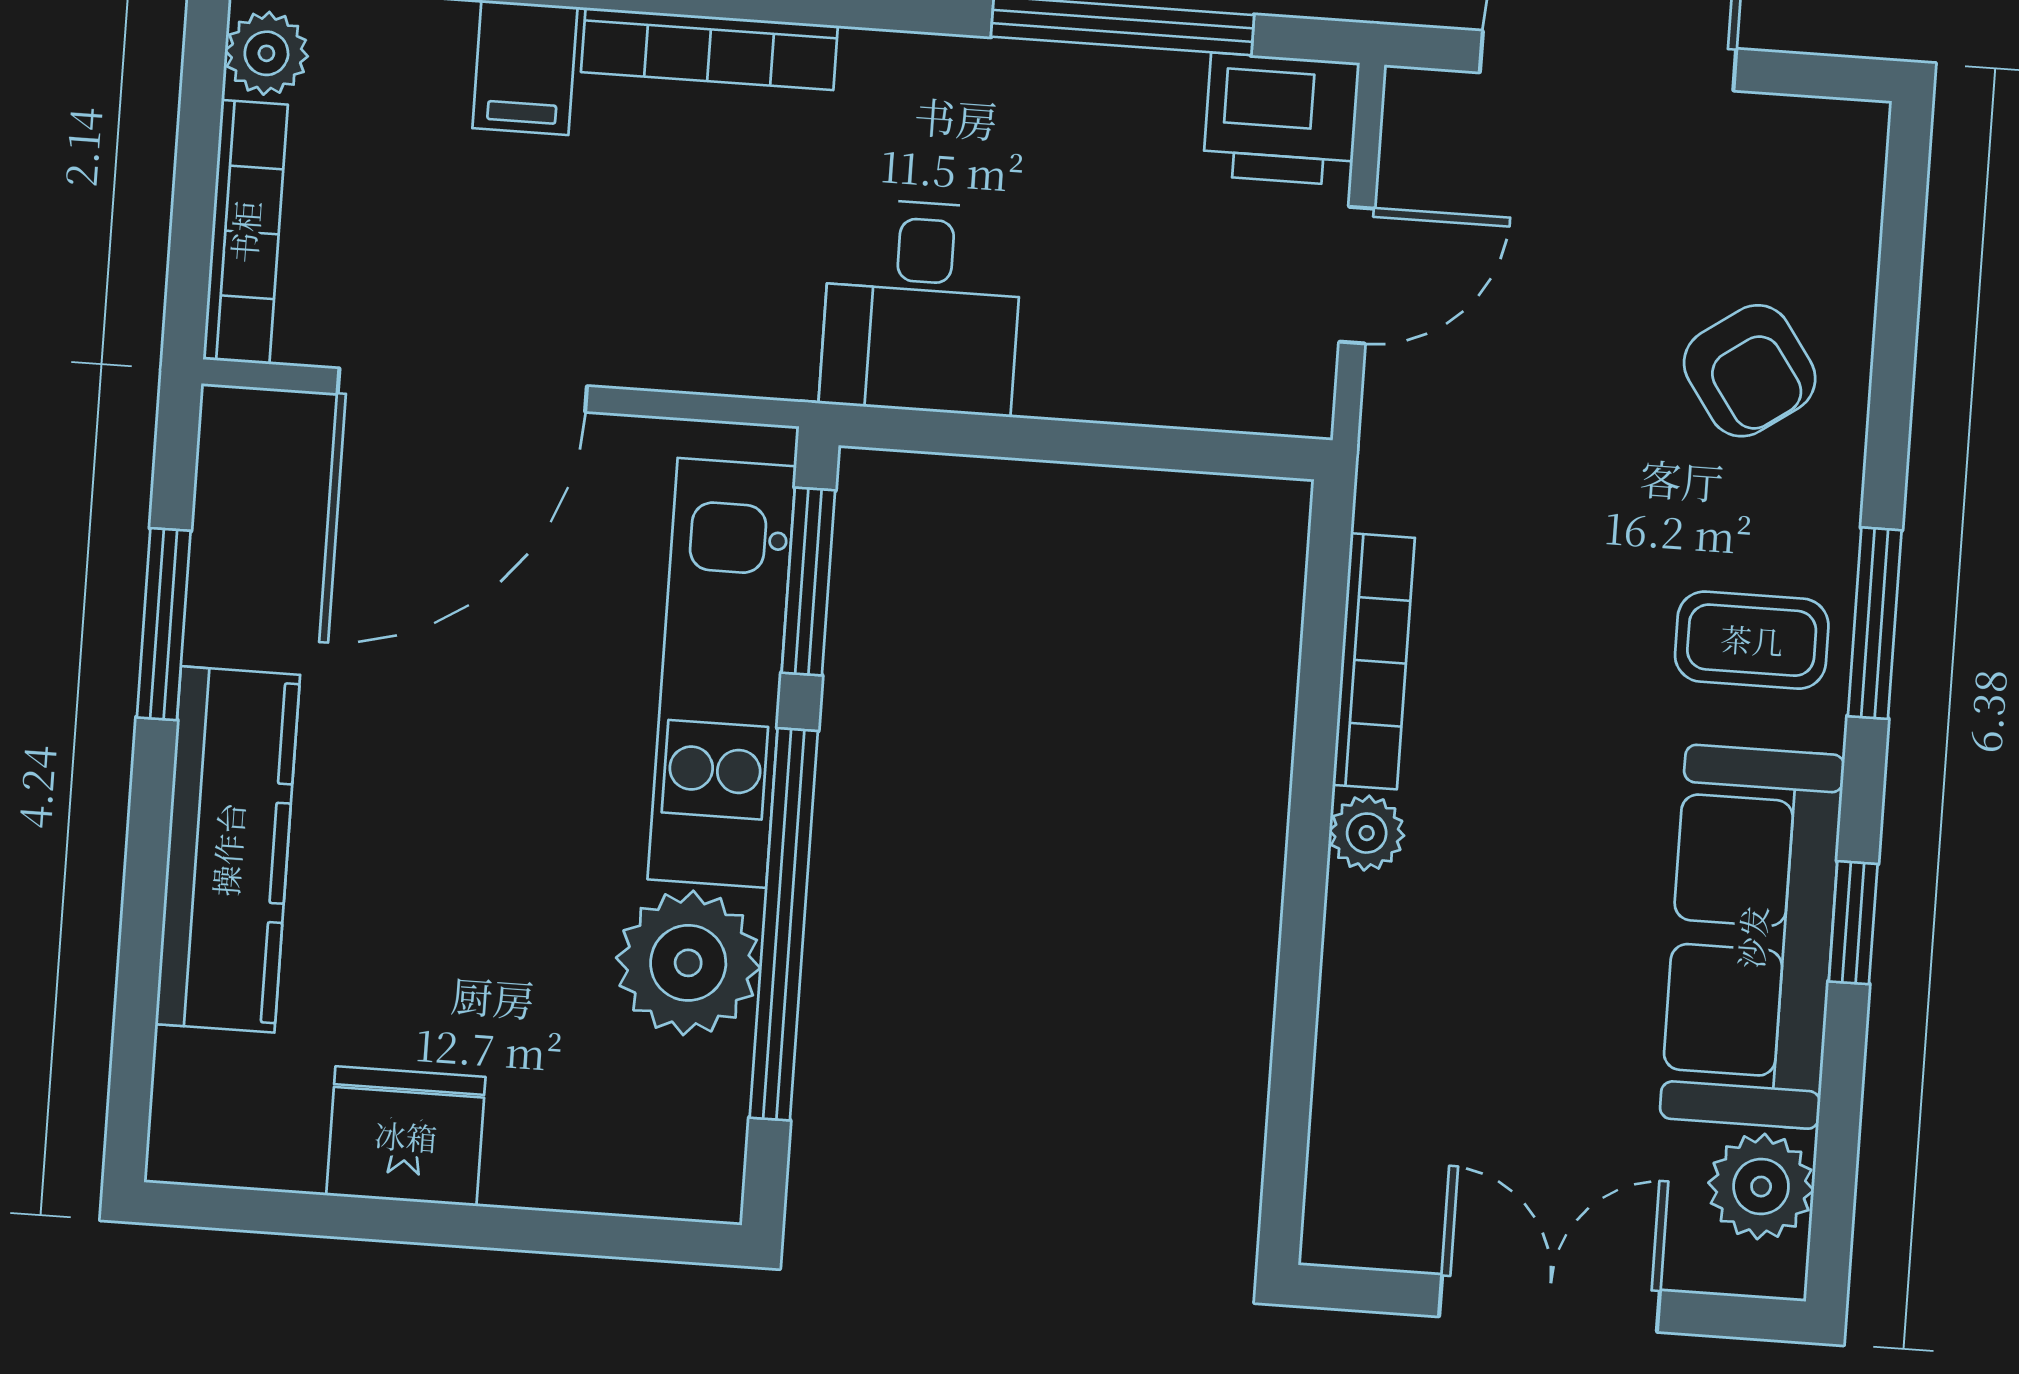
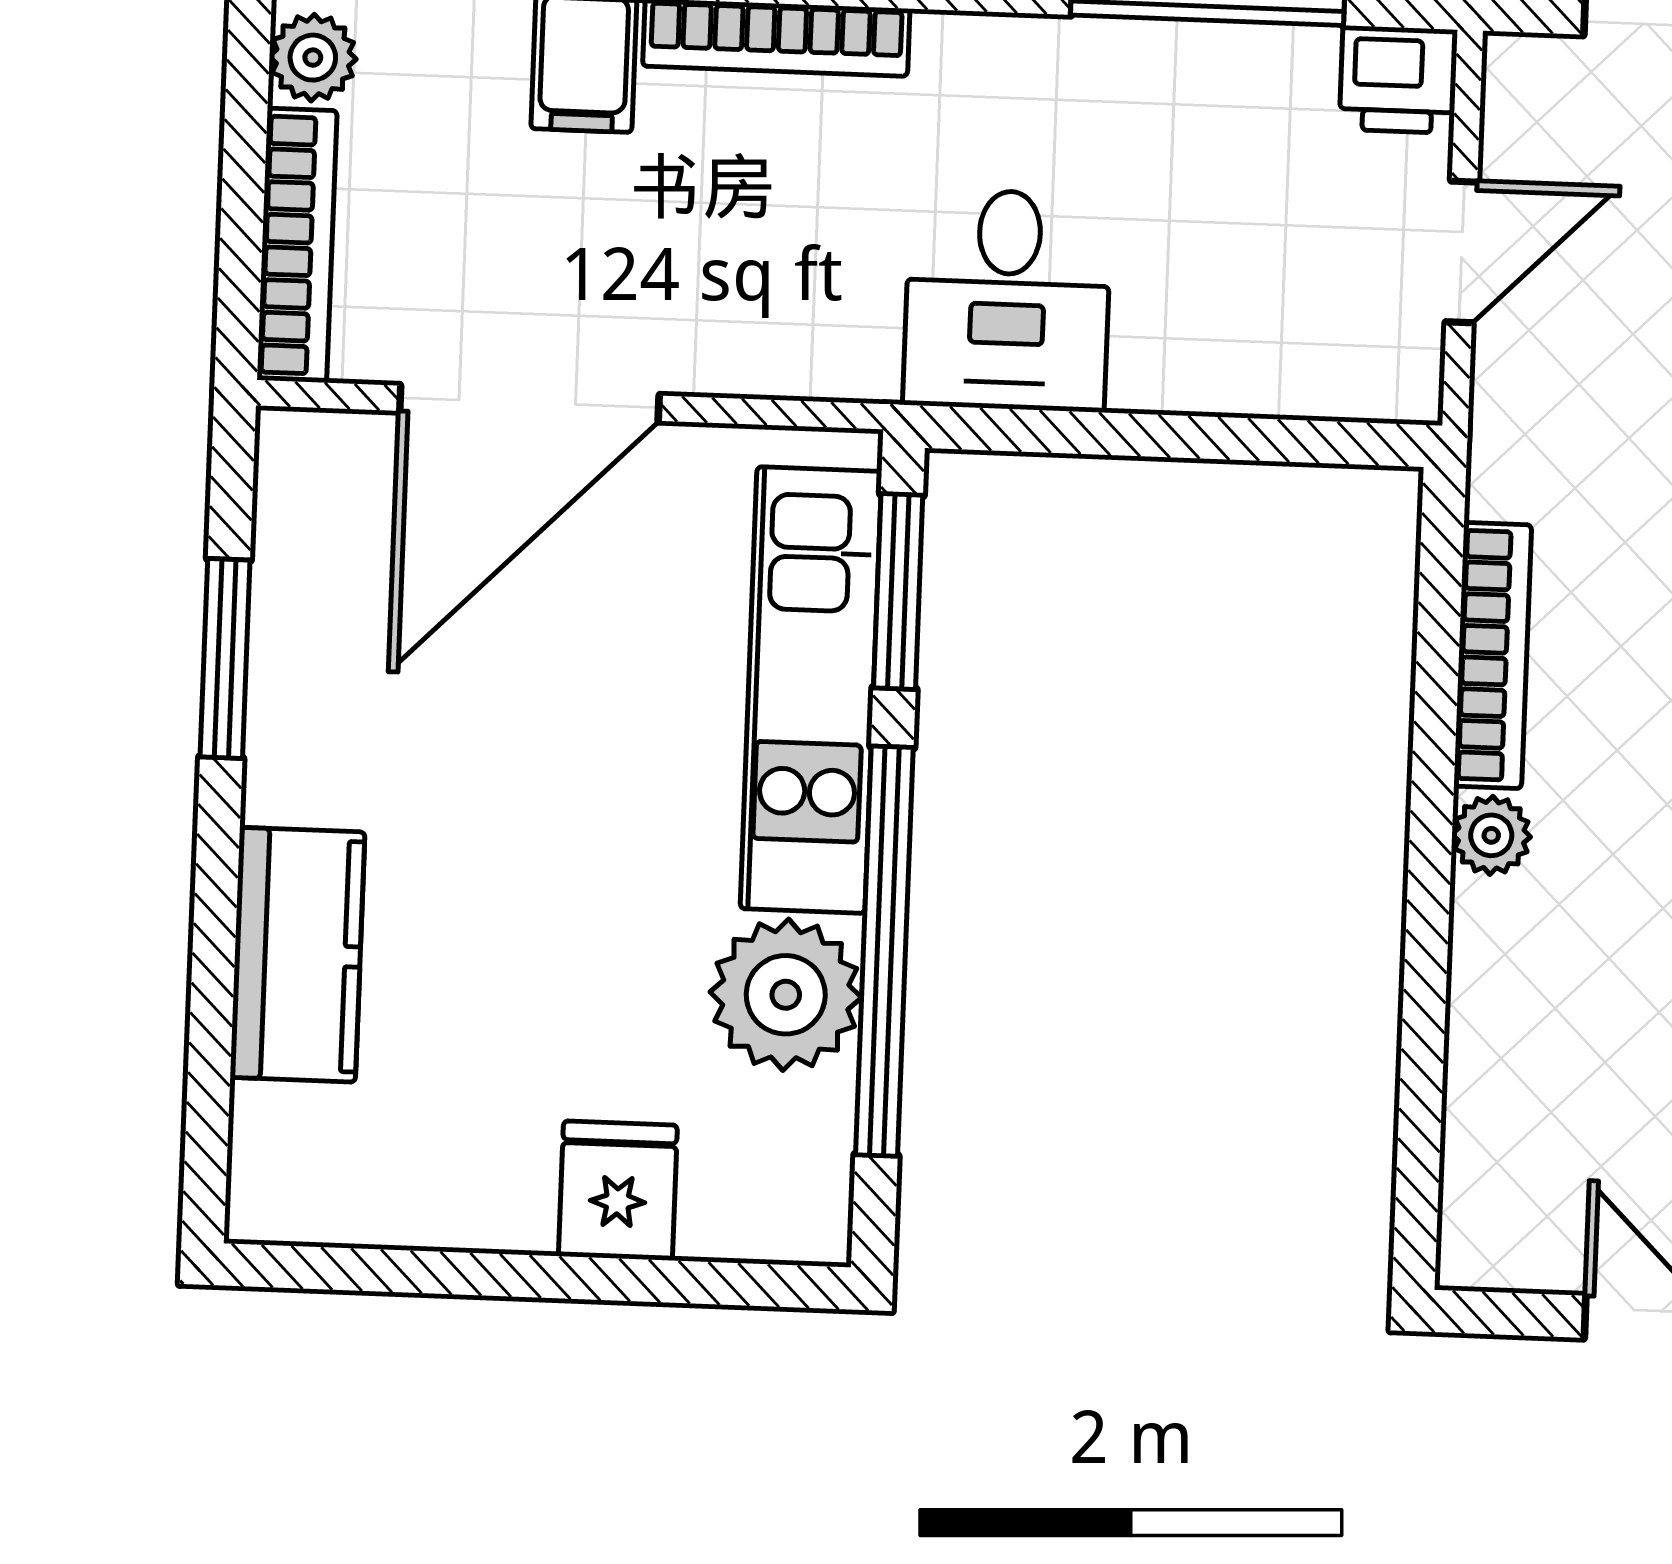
printer: (1281, 119) -> (1398, 80), width x0.73, depth x0.81
kitchen counter: (228, 849) -> (297, 955), width x0.67
fridge: (406, 1136) -> (618, 1191), moved, width x0.72

